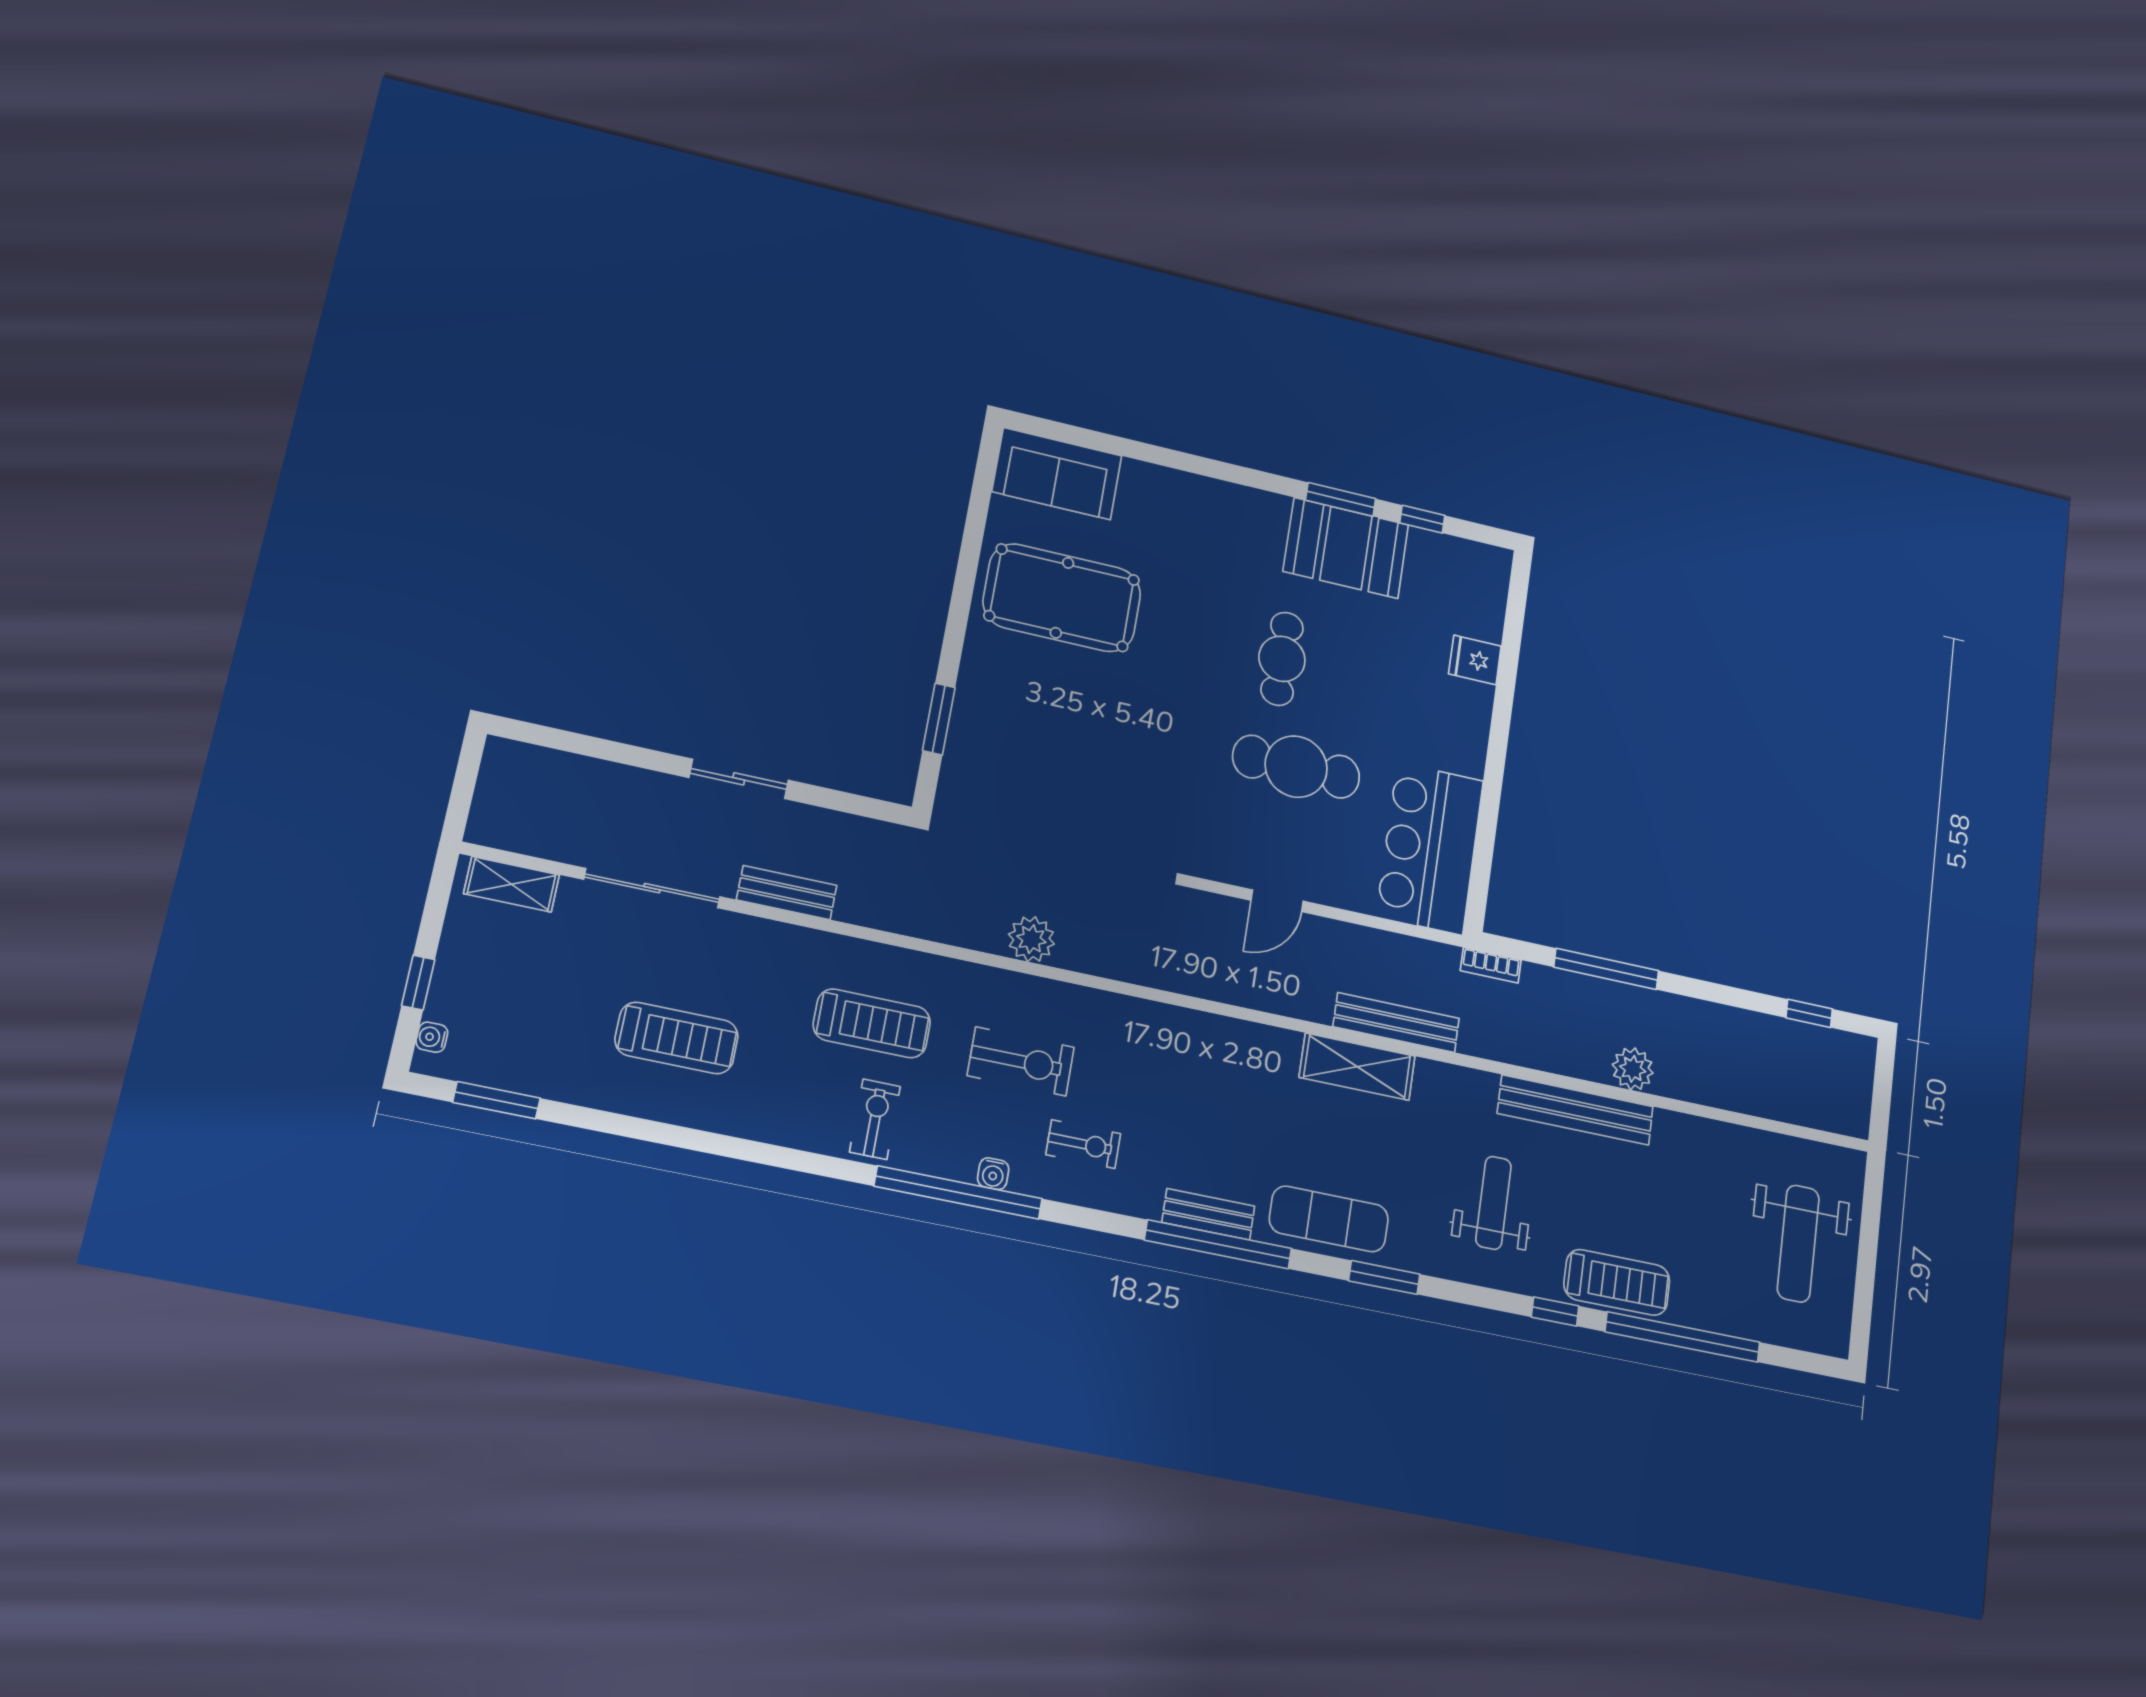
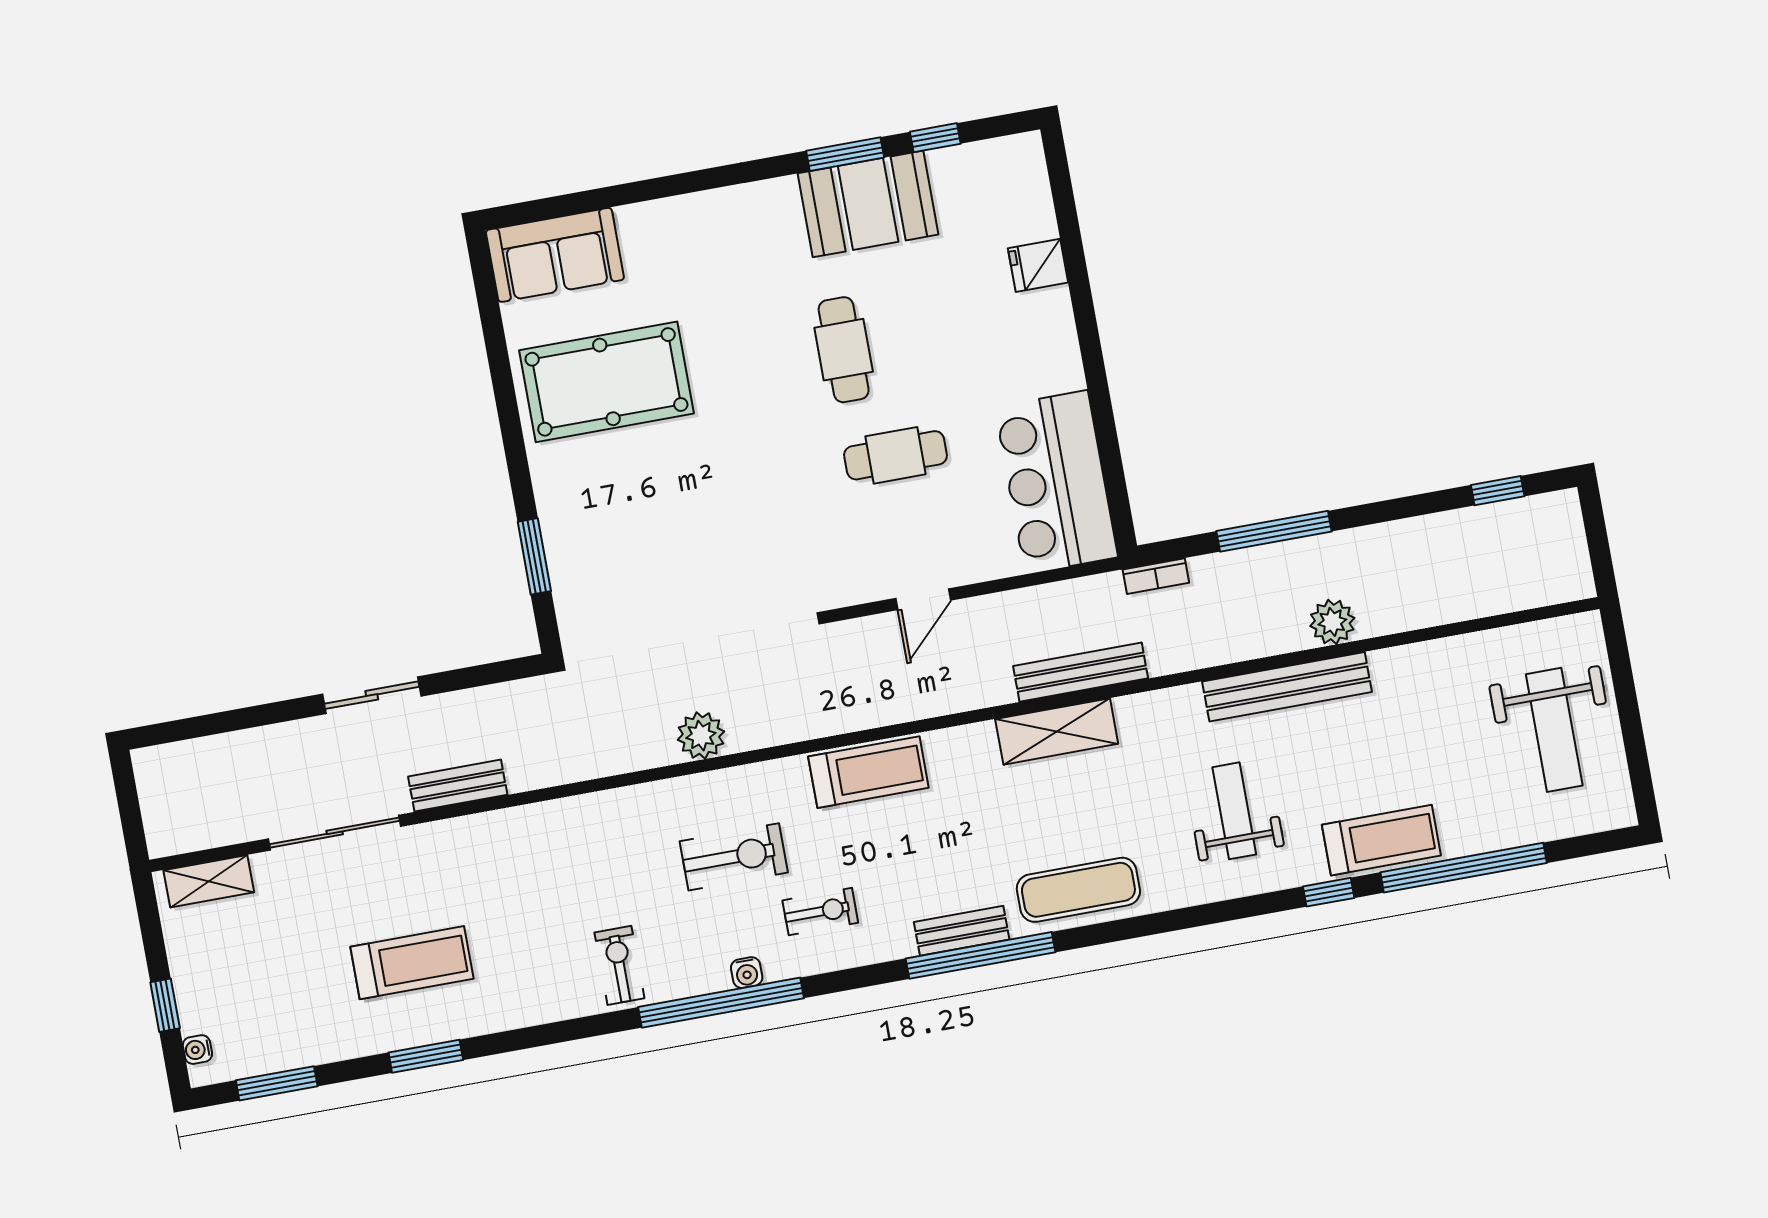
cafe table: (1296, 767) -> (895, 455), width x0.73, depth x0.74
treadmill: (872, 1023) -> (868, 772), moved
window: (1384, 1277) -> (426, 1056), moved

